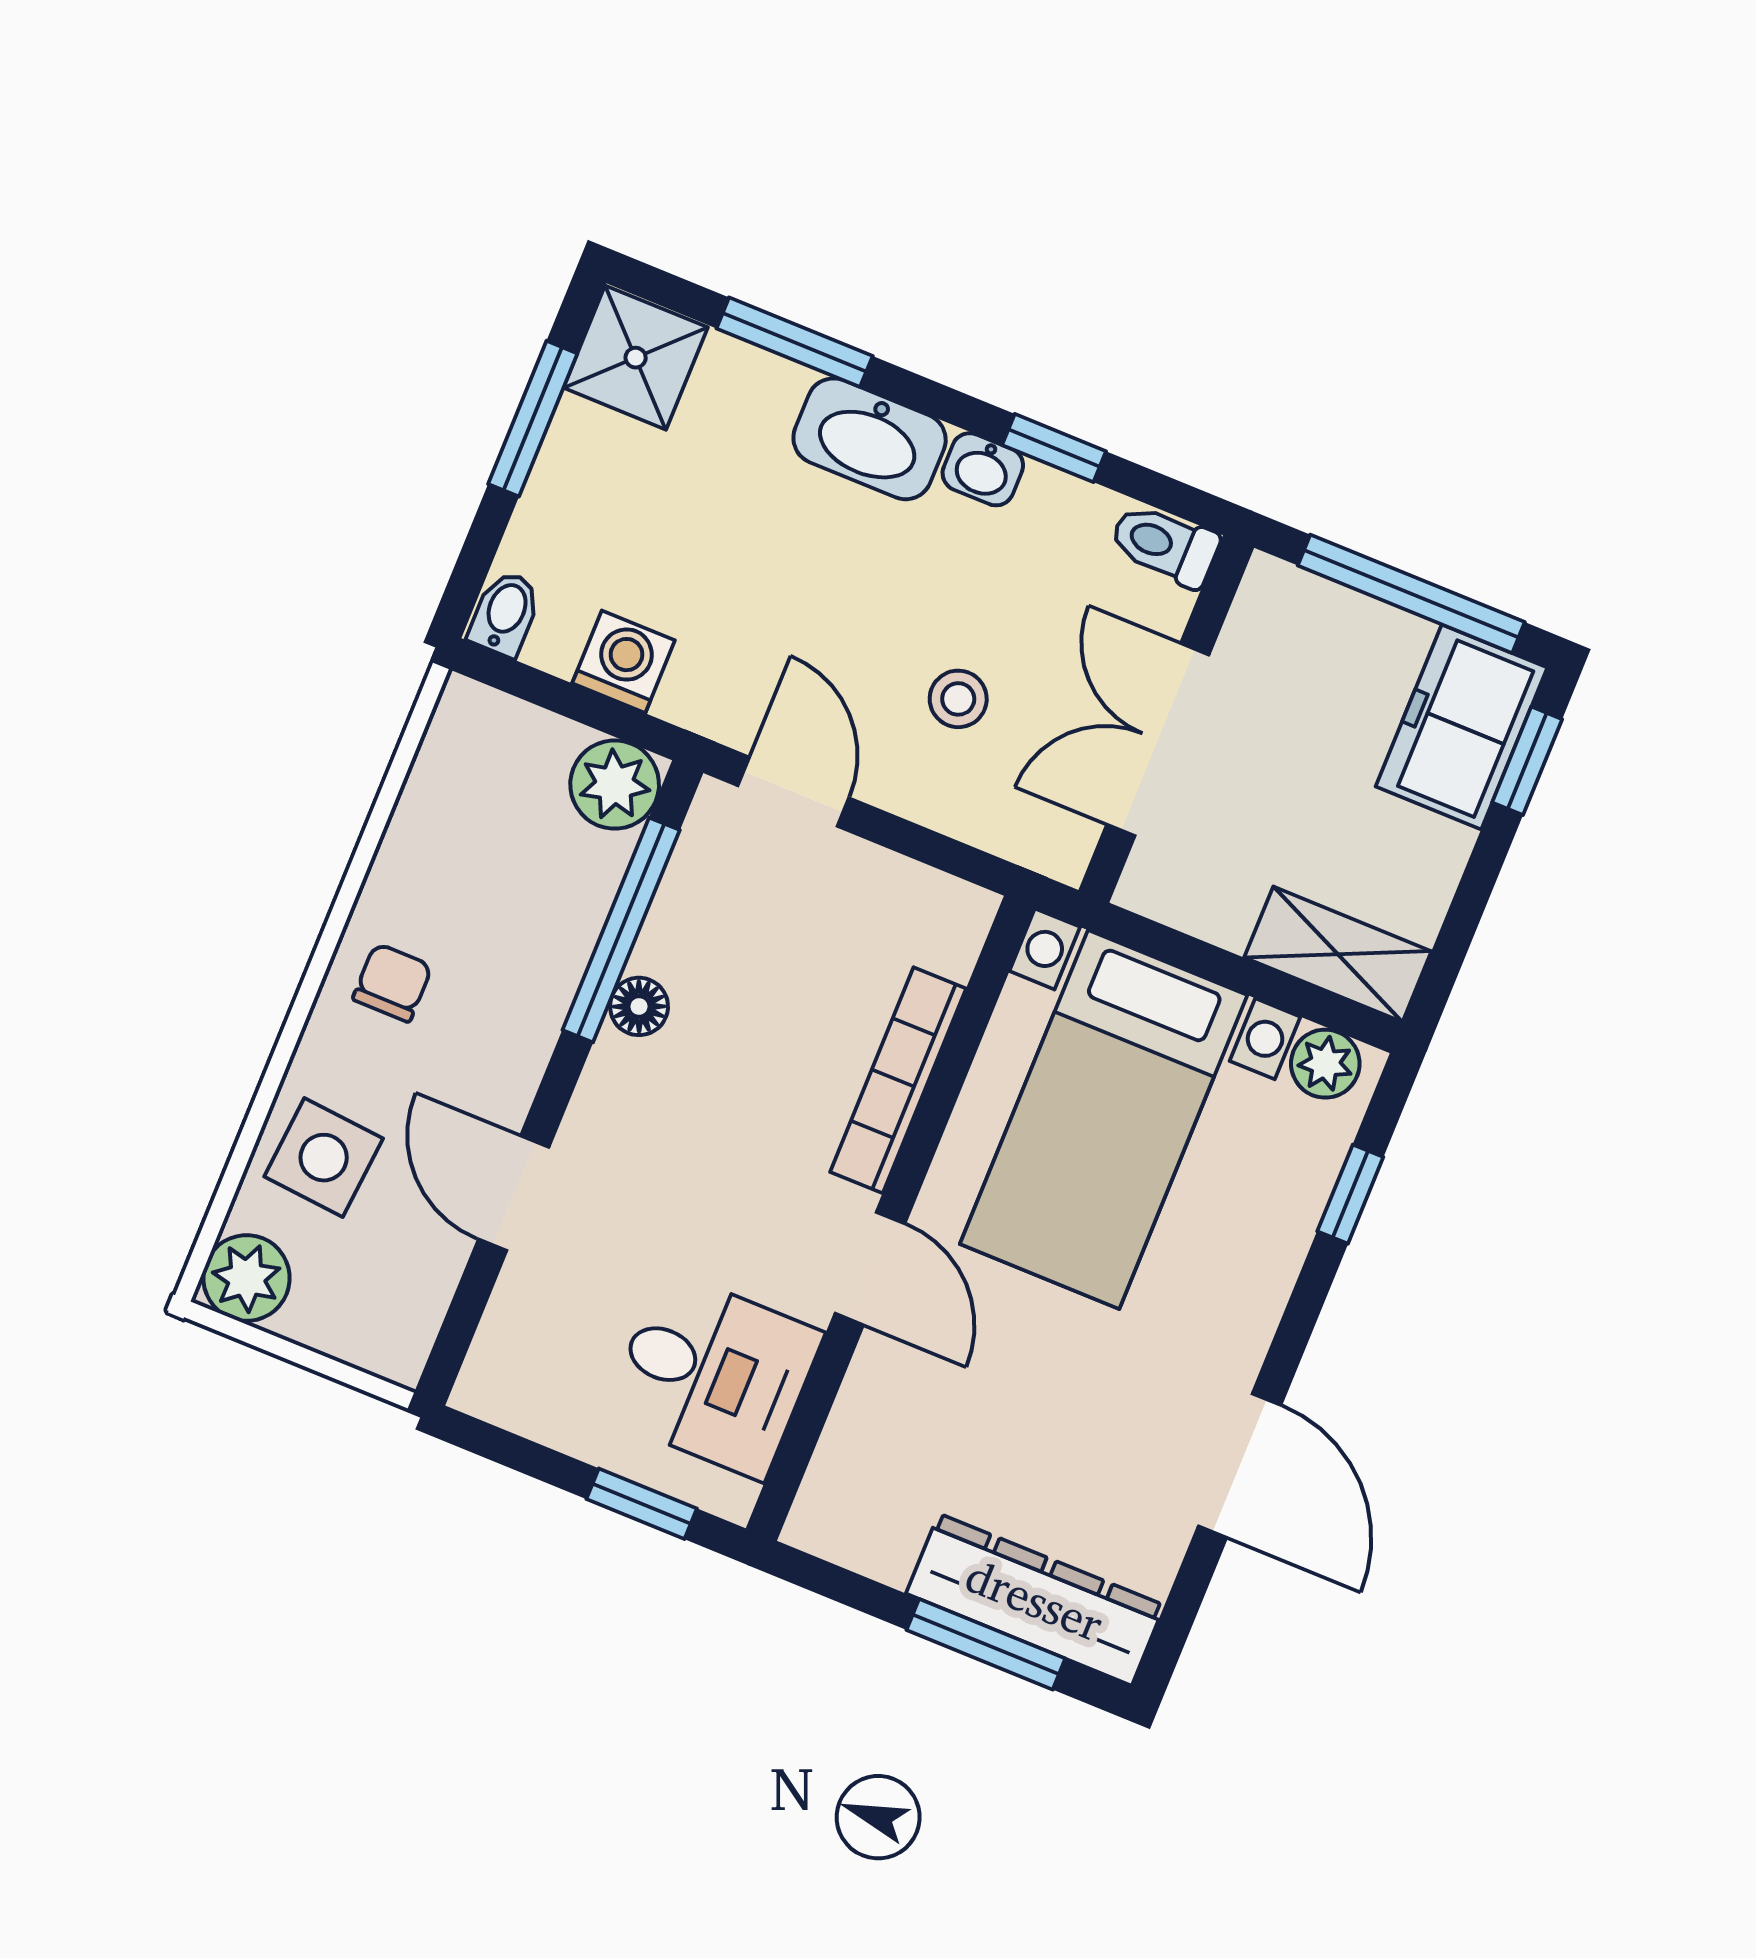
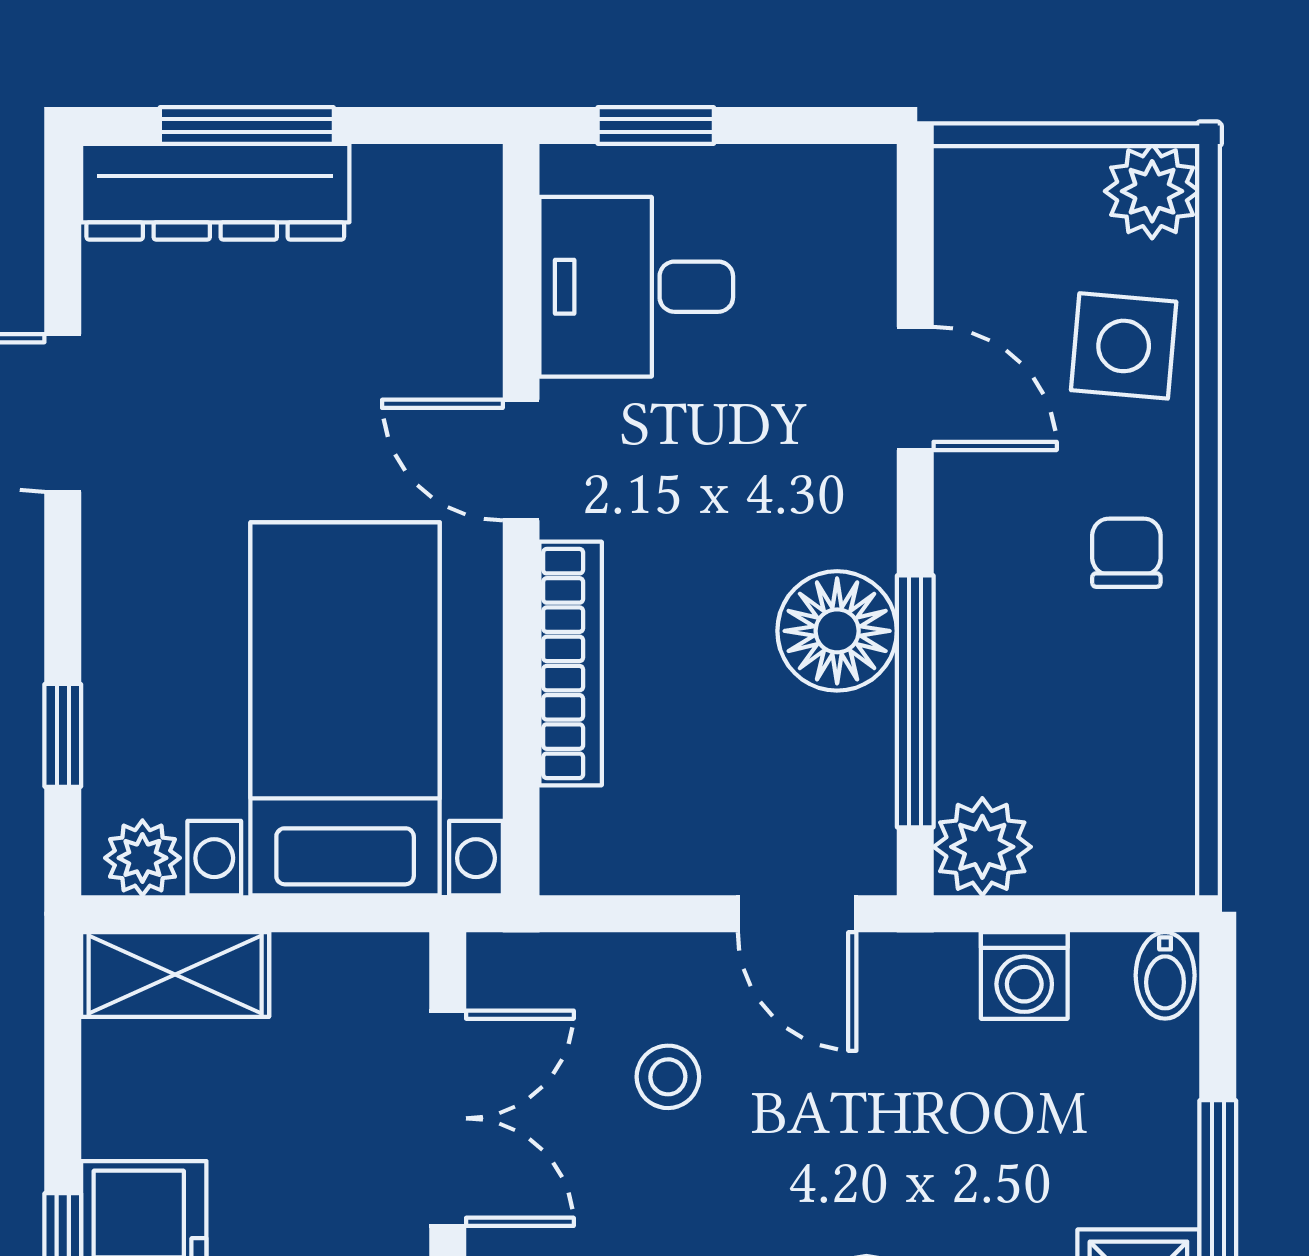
chair: (392, 983) -> (1126, 553), turned 180
floor lamp: (639, 1006) -> (837, 631), width x1.89, depth x1.89

